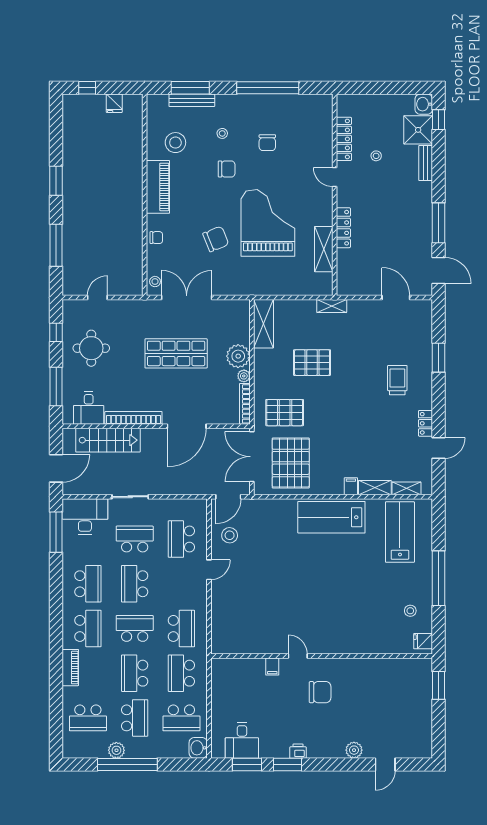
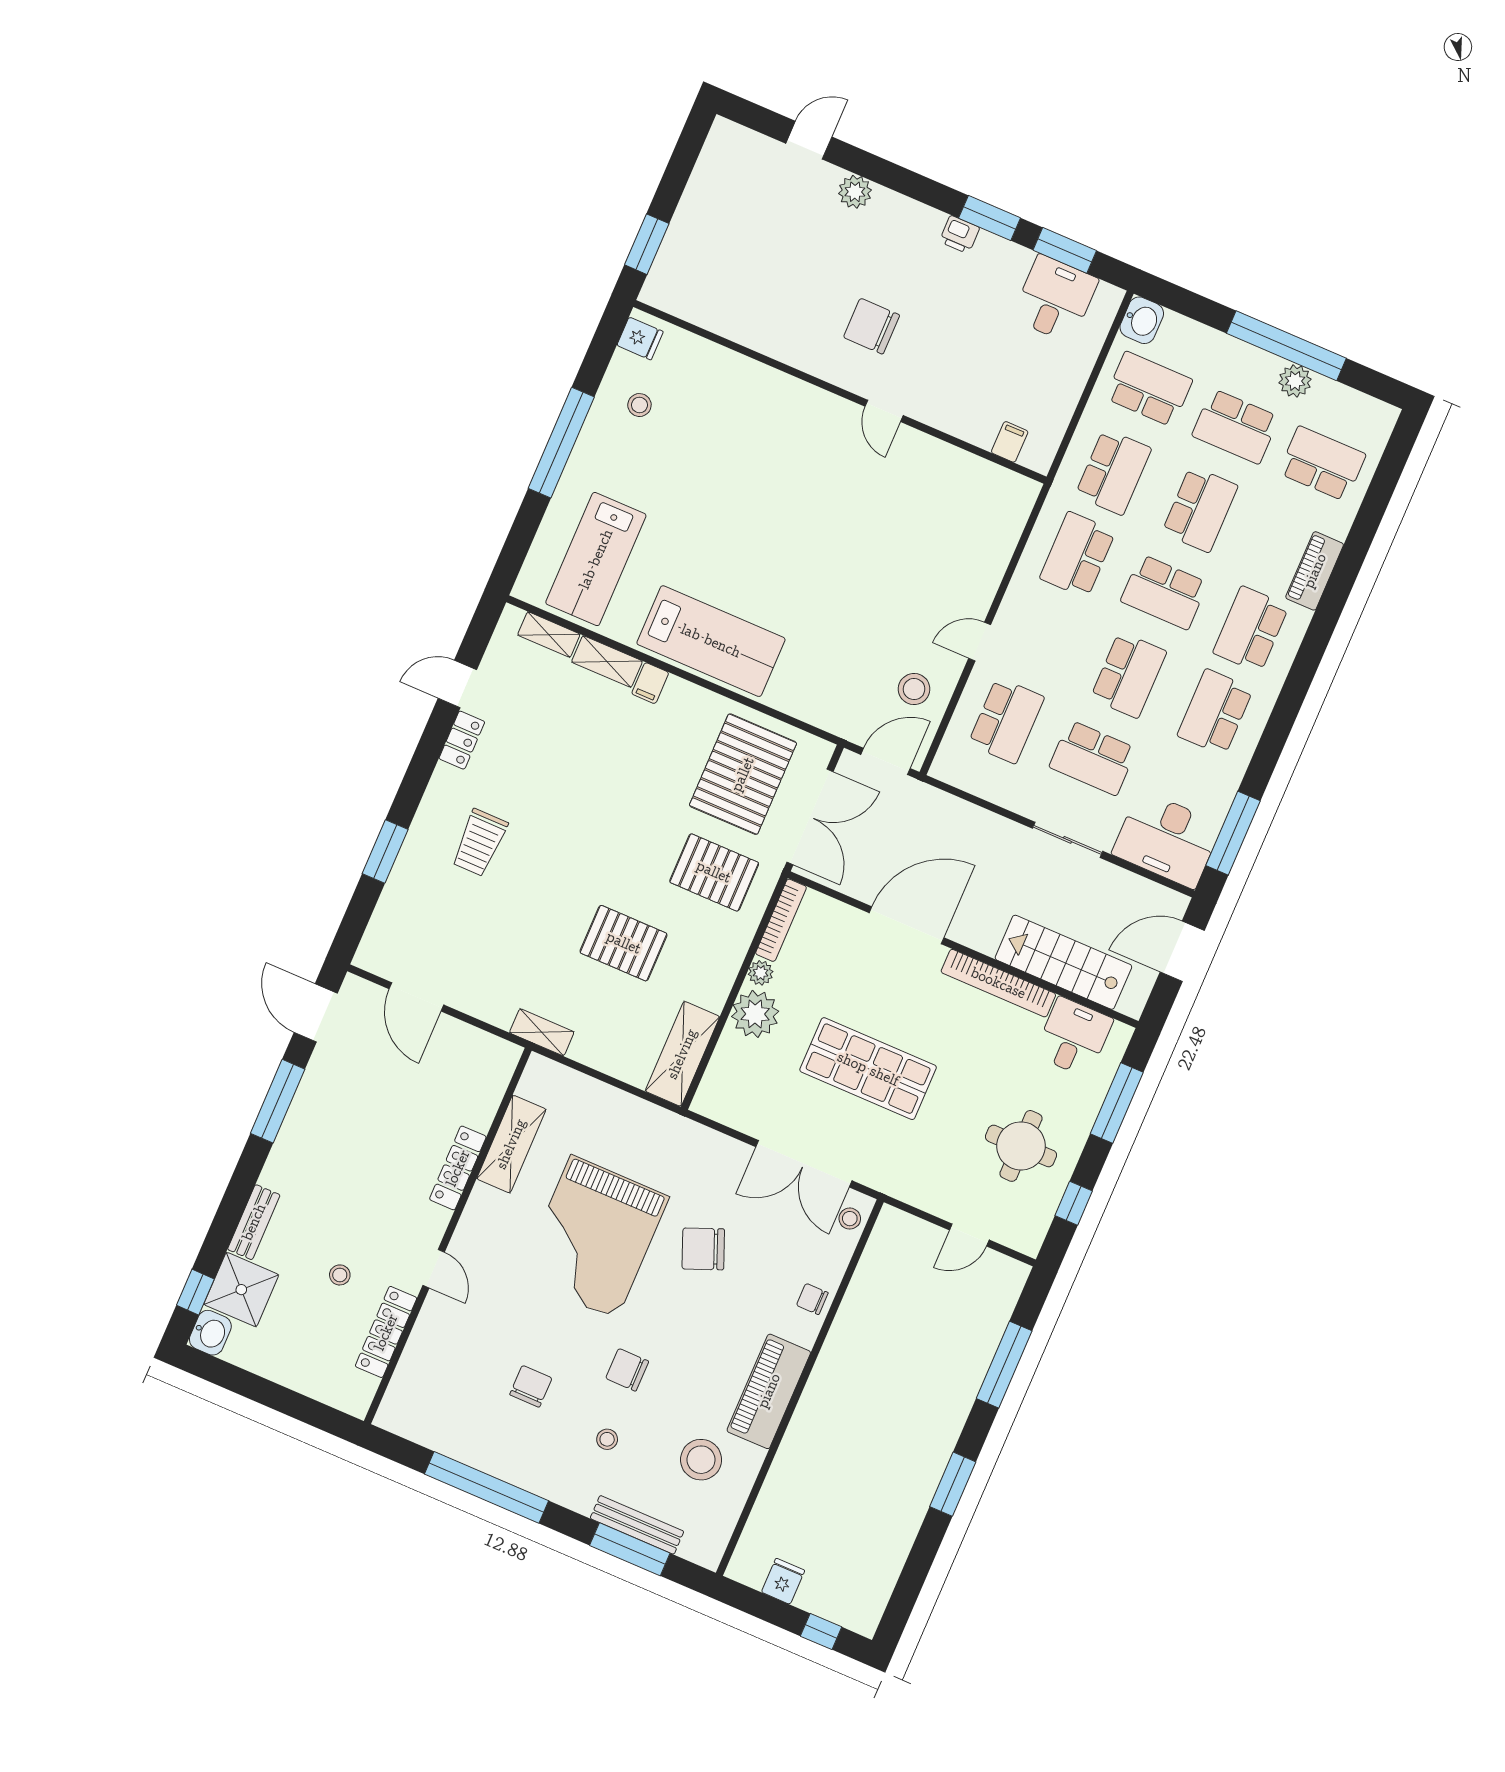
filing cabinet: (272, 667) -> (1010, 442), moved
school desk: (135, 718) -> (1236, 426), turned -90

